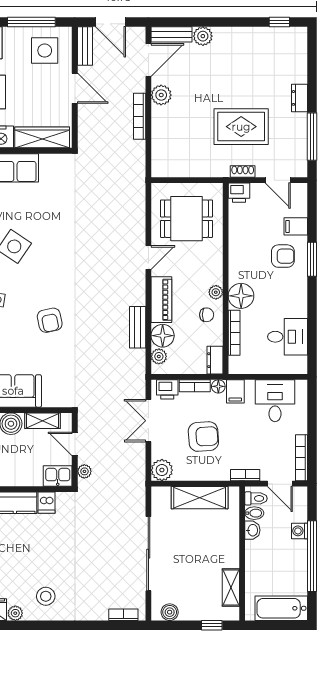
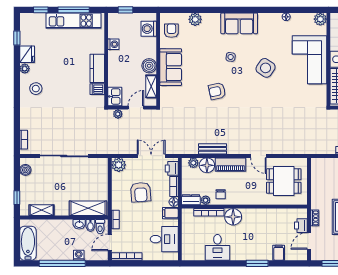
printer: (239, 193) -> (301, 226), moved
dining table: (187, 219) -> (284, 181), turned 90
armchair: (283, 256) -> (259, 244), removed
plant: (216, 292) -> (206, 200), moved
desk: (288, 337) -> (217, 247), moved
shelving: (200, 498) -> (88, 208), moved, turned 90

